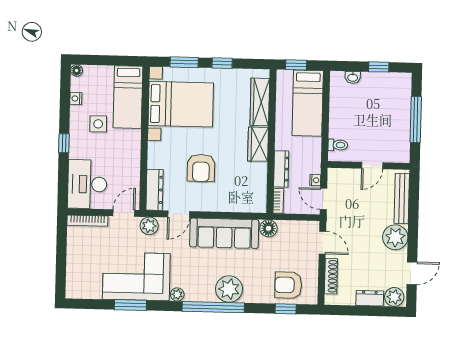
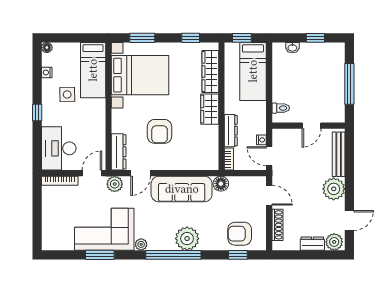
window: (222, 63) -> (191, 38), moved

